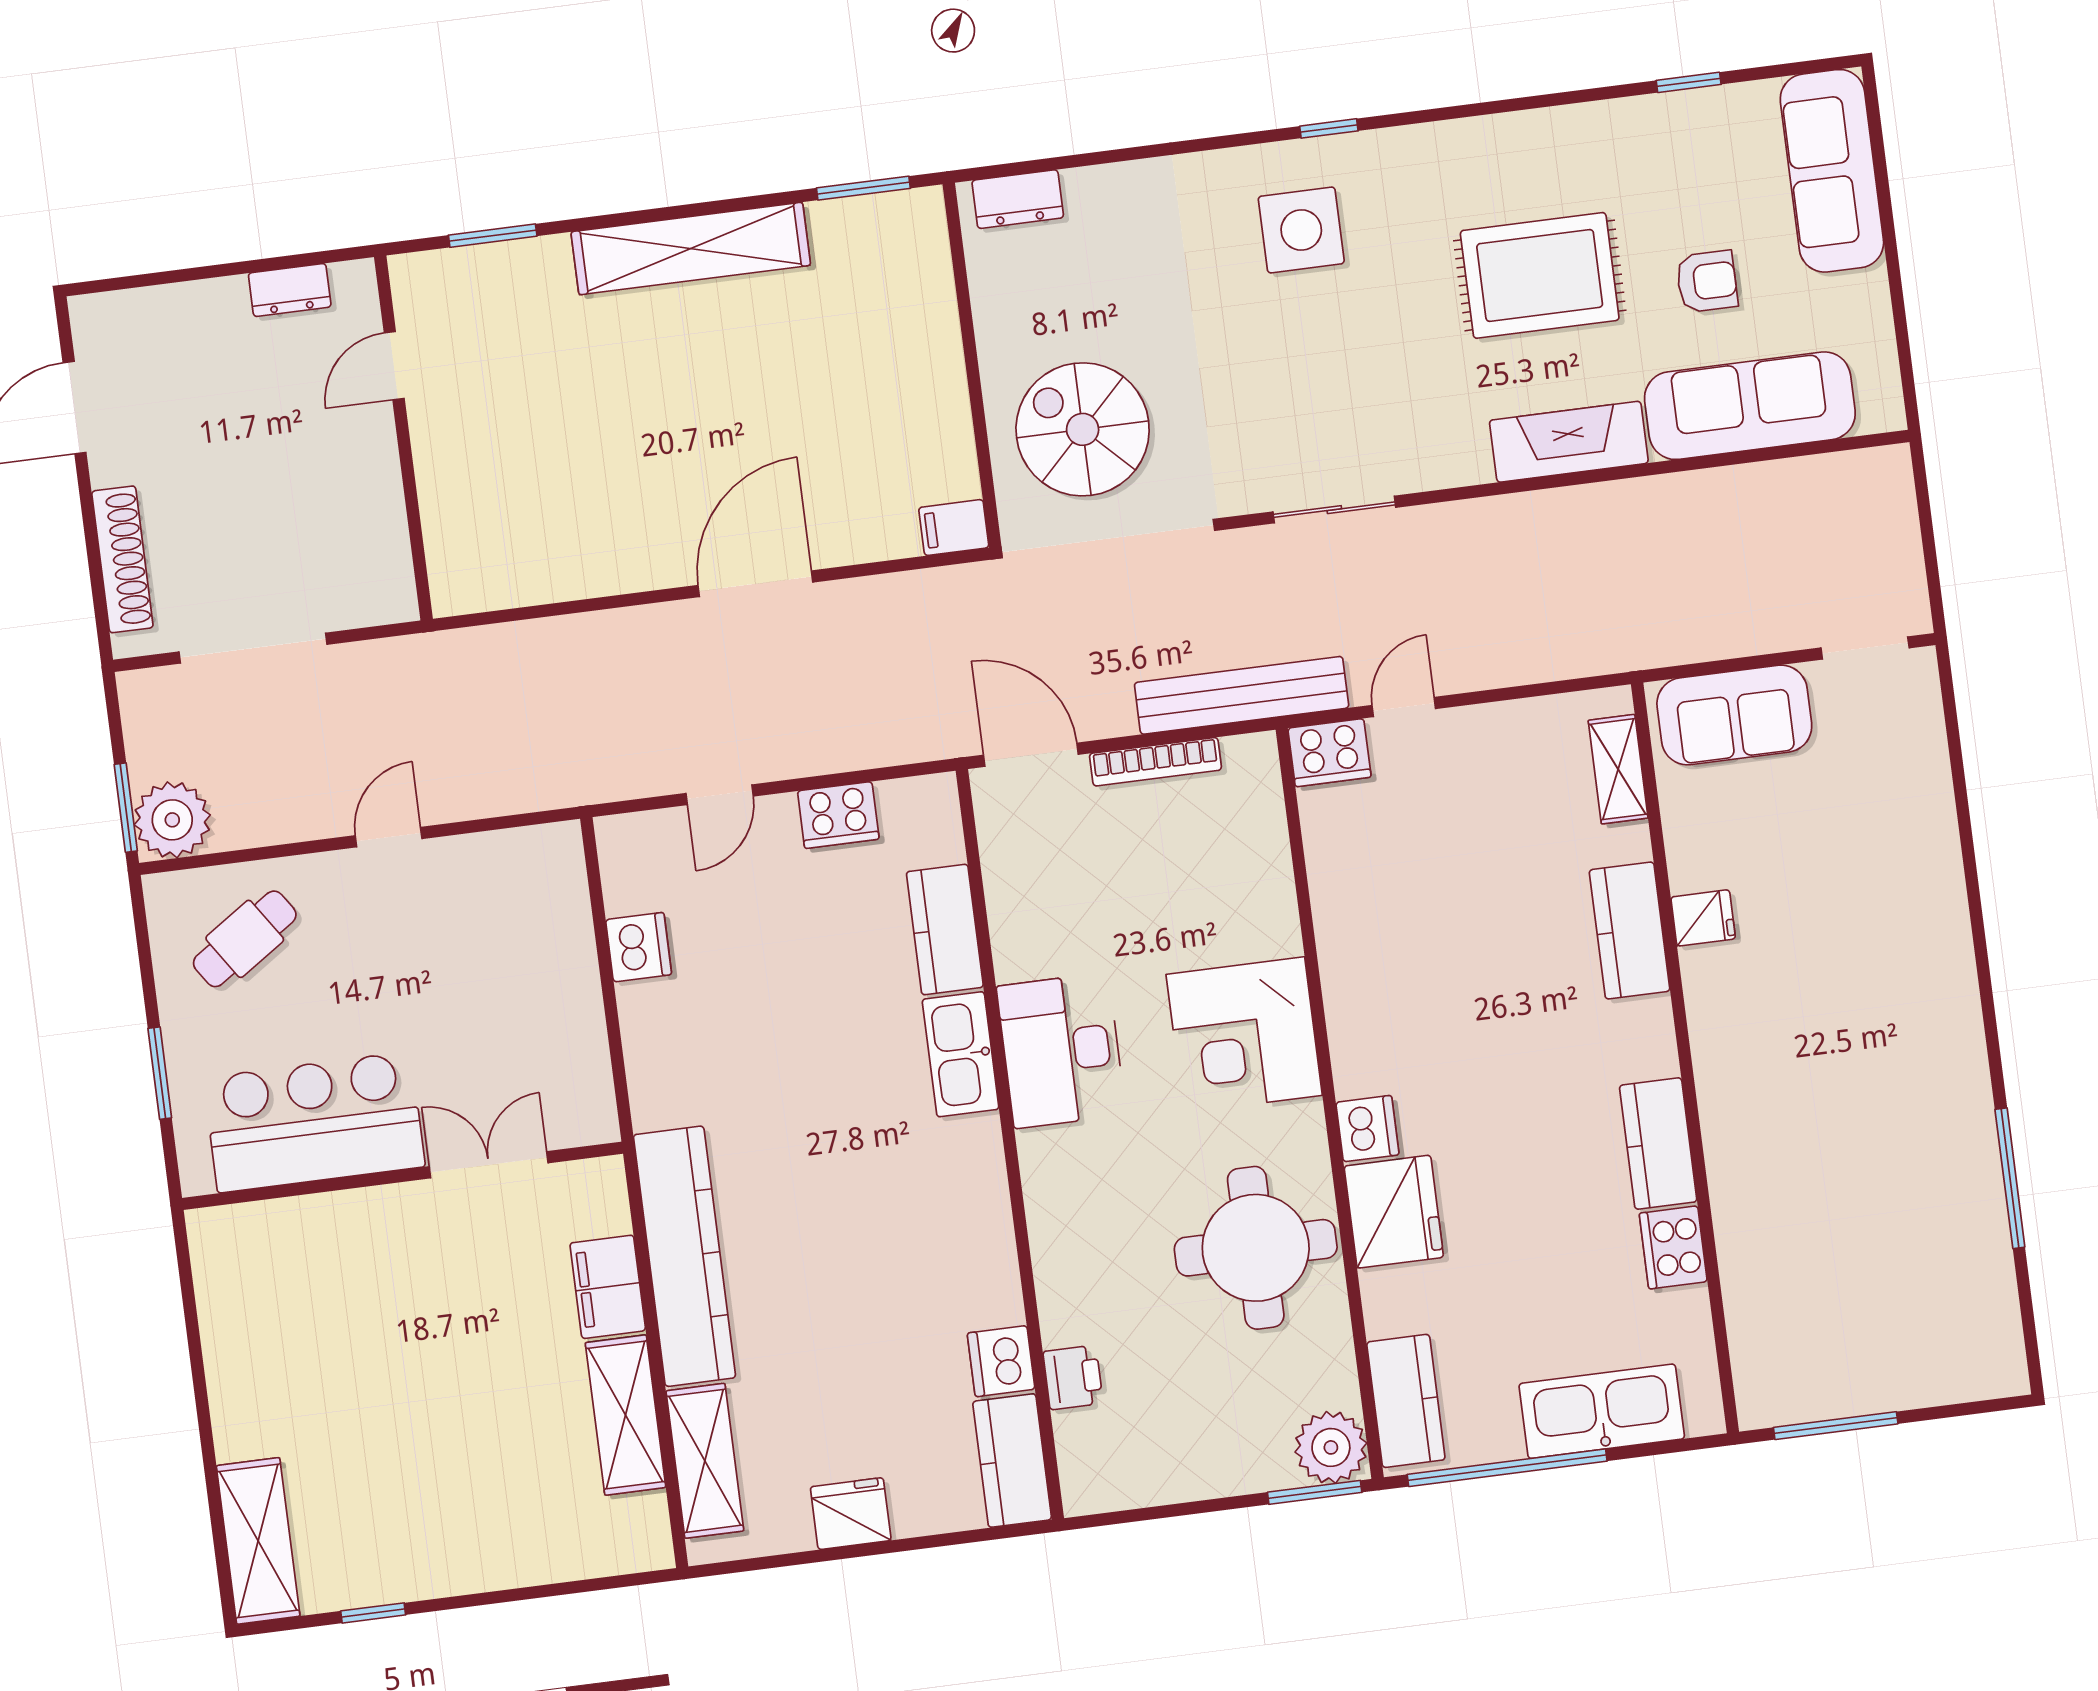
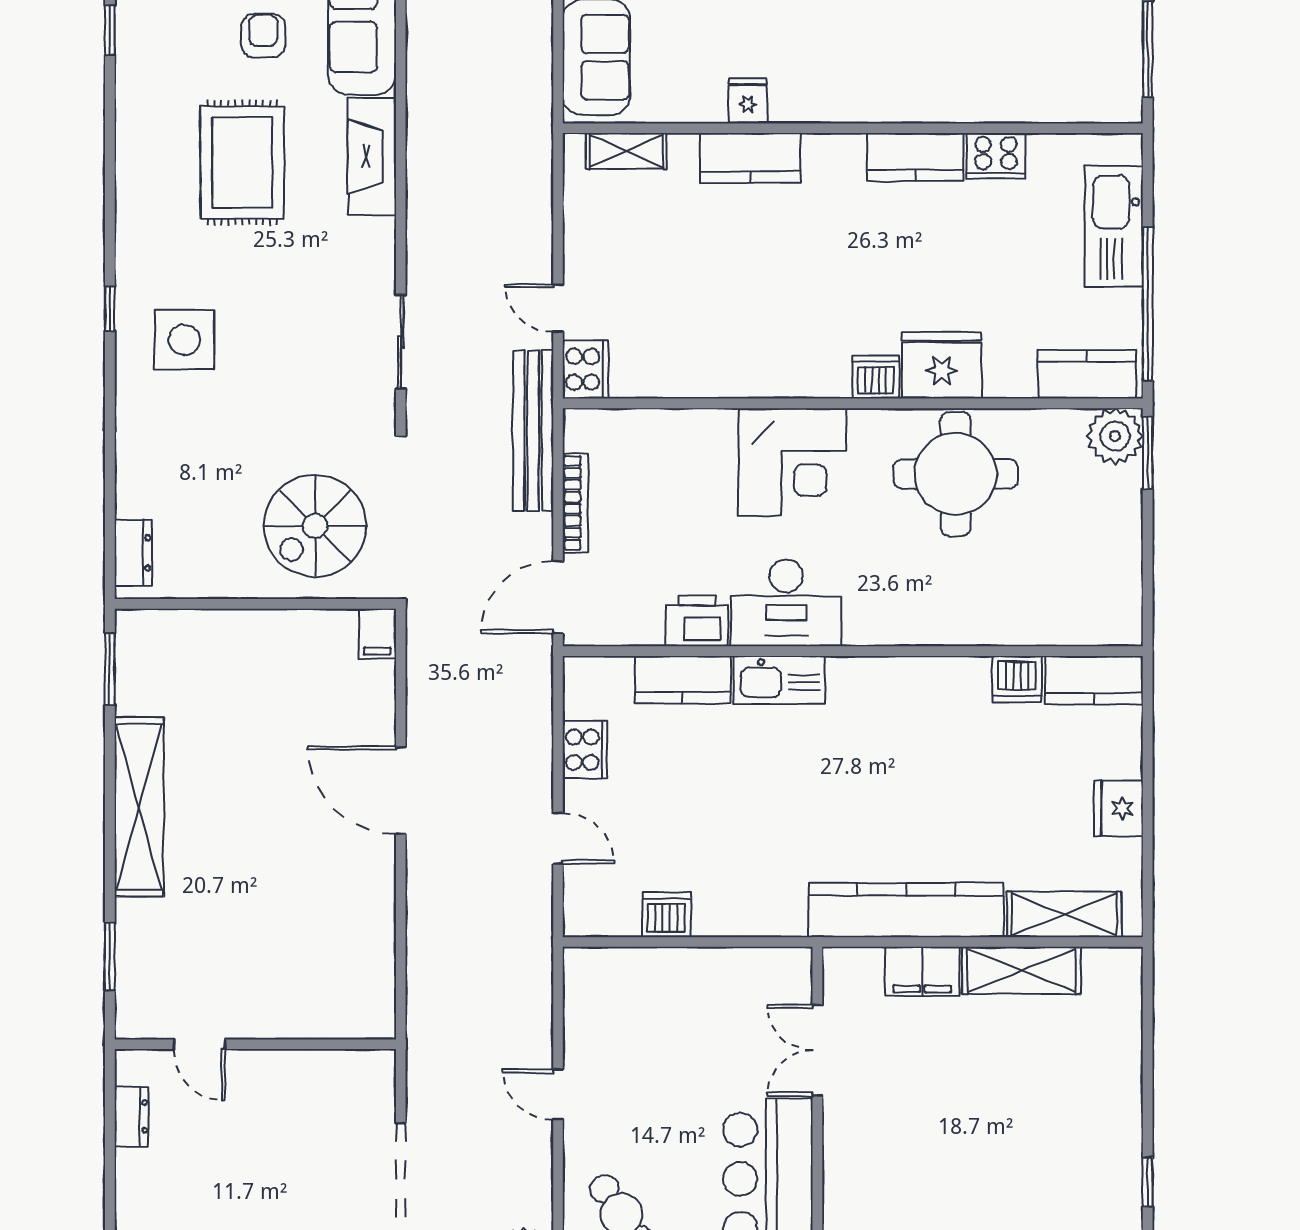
printer: (1073, 1377) -> (697, 621), moved, width x1.36, depth x1.24

